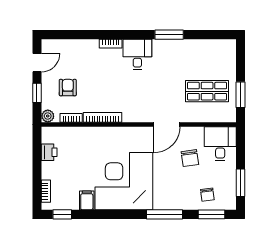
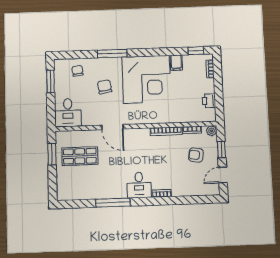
window: (169, 35) -> (113, 203), width x1.44
armchair: (68, 88) -> (196, 155), turned 98
door: (167, 125) -> (112, 127), swing flipped
chair: (190, 158) -> (105, 87), moved
window: (212, 214) -> (74, 55), removed

